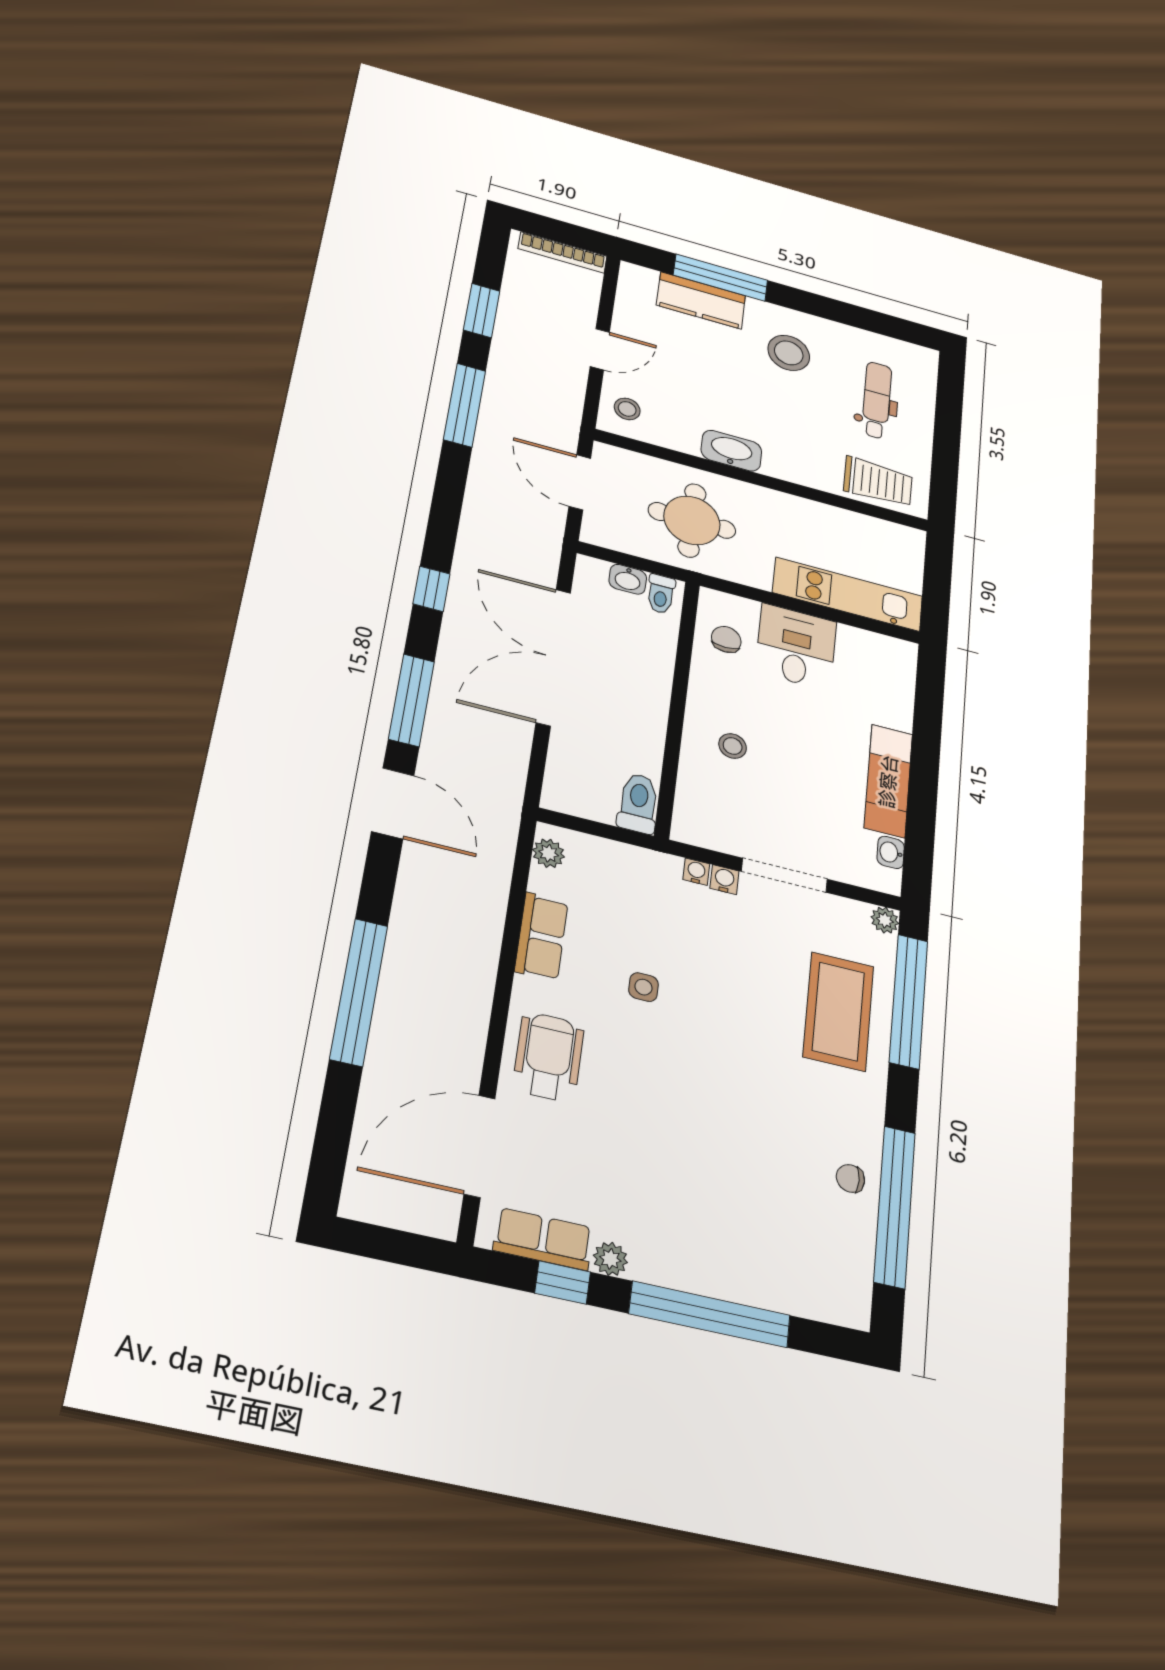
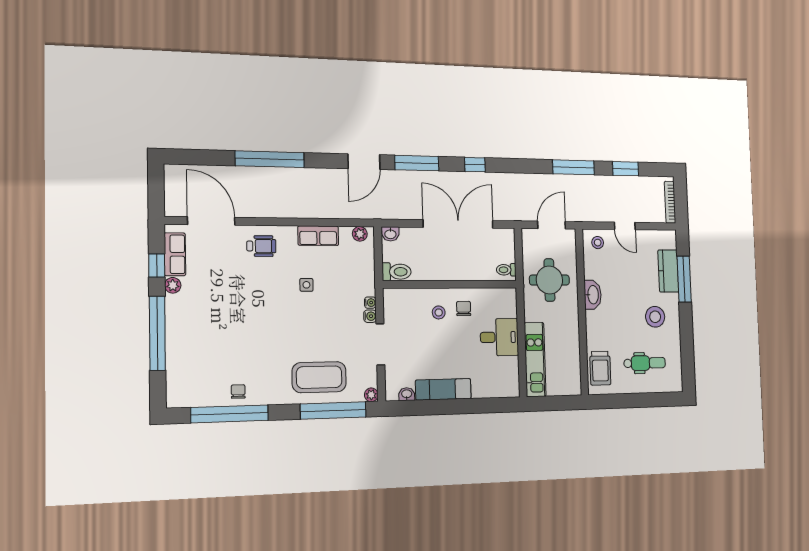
washbasin: (628, 579) -> (390, 234), moved, turned -90
chair: (726, 639) -> (464, 308), moved, turned -90
wheelchair: (549, 1057) -> (261, 246), width x0.73, depth x0.73

